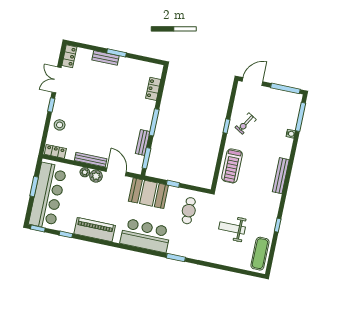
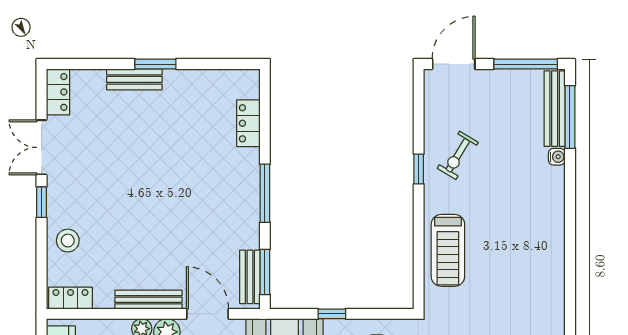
bench: (143, 143) -> (250, 277), moved
bench: (281, 176) -> (555, 109), moved

